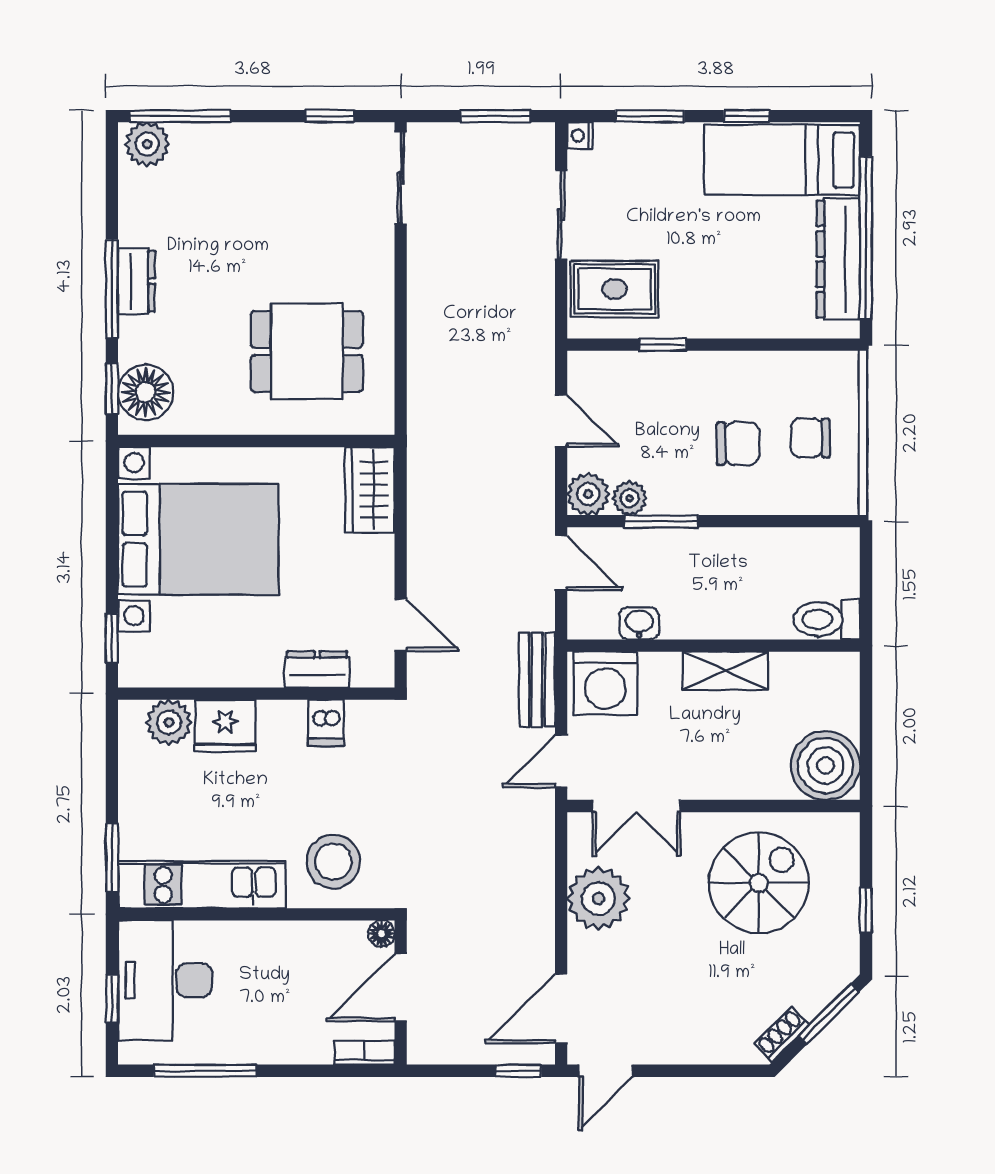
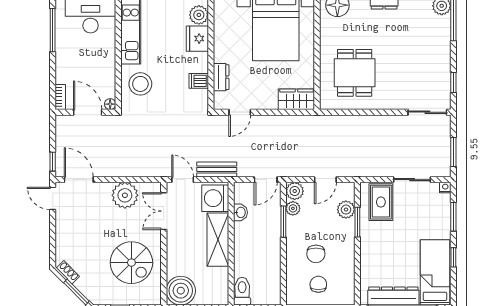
window: (662, 345) -> (357, 222), width x1.50
plant: (632, 372) -> (346, 210), added
shelving: (725, 671) -> (218, 240), width x1.50, depth x1.33

